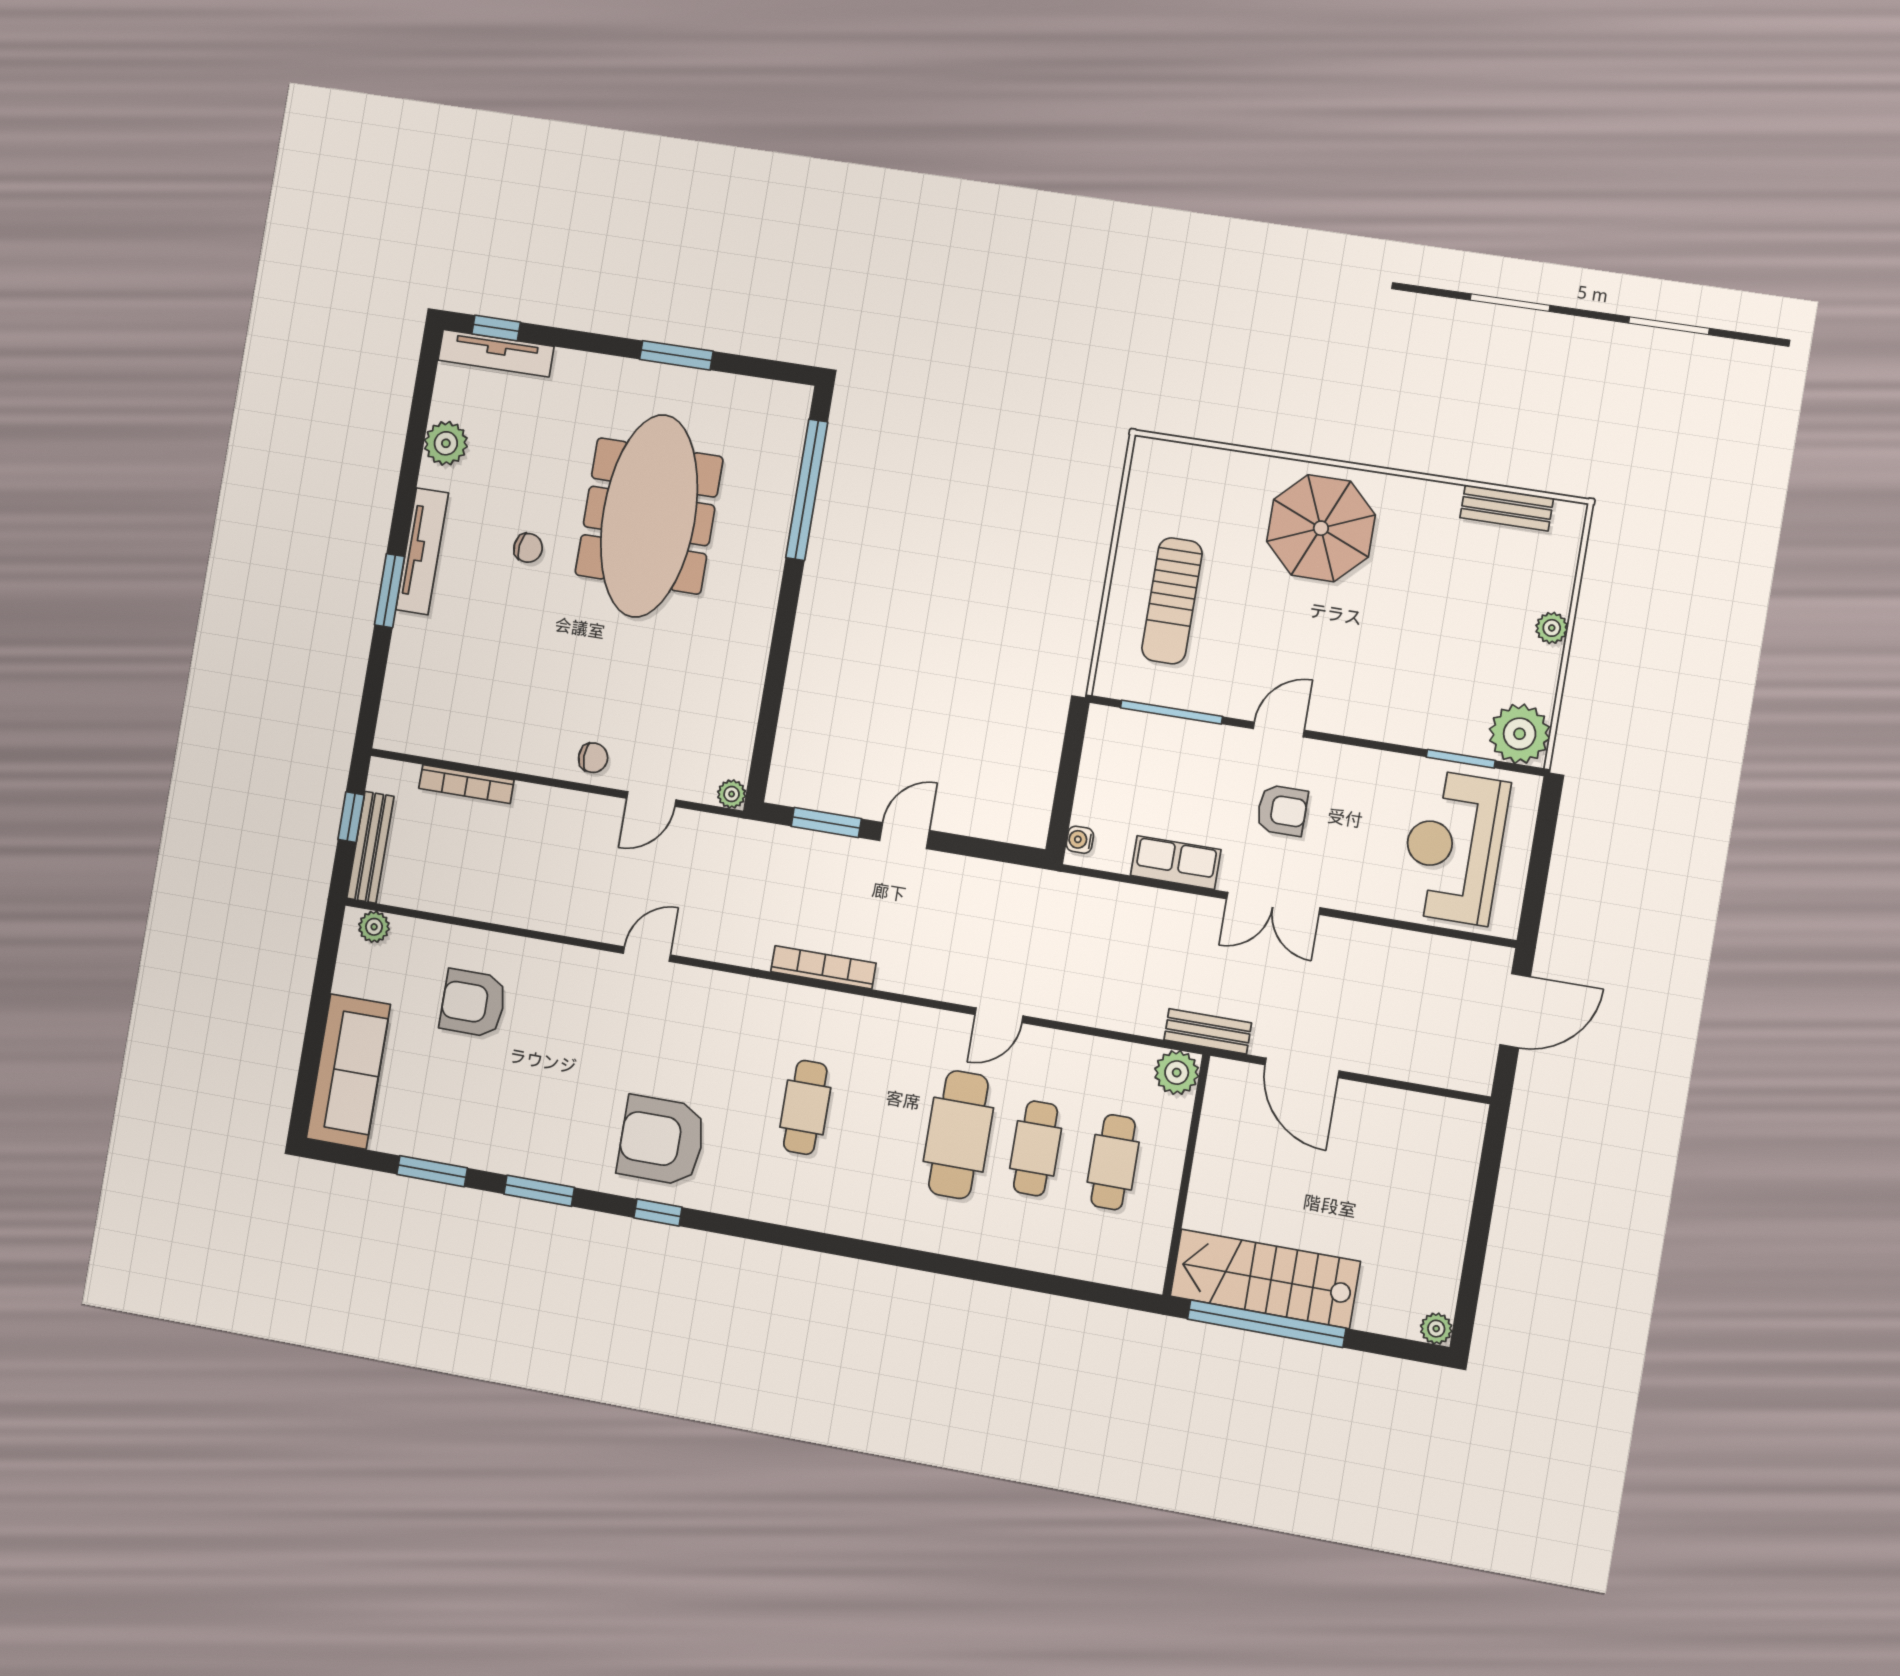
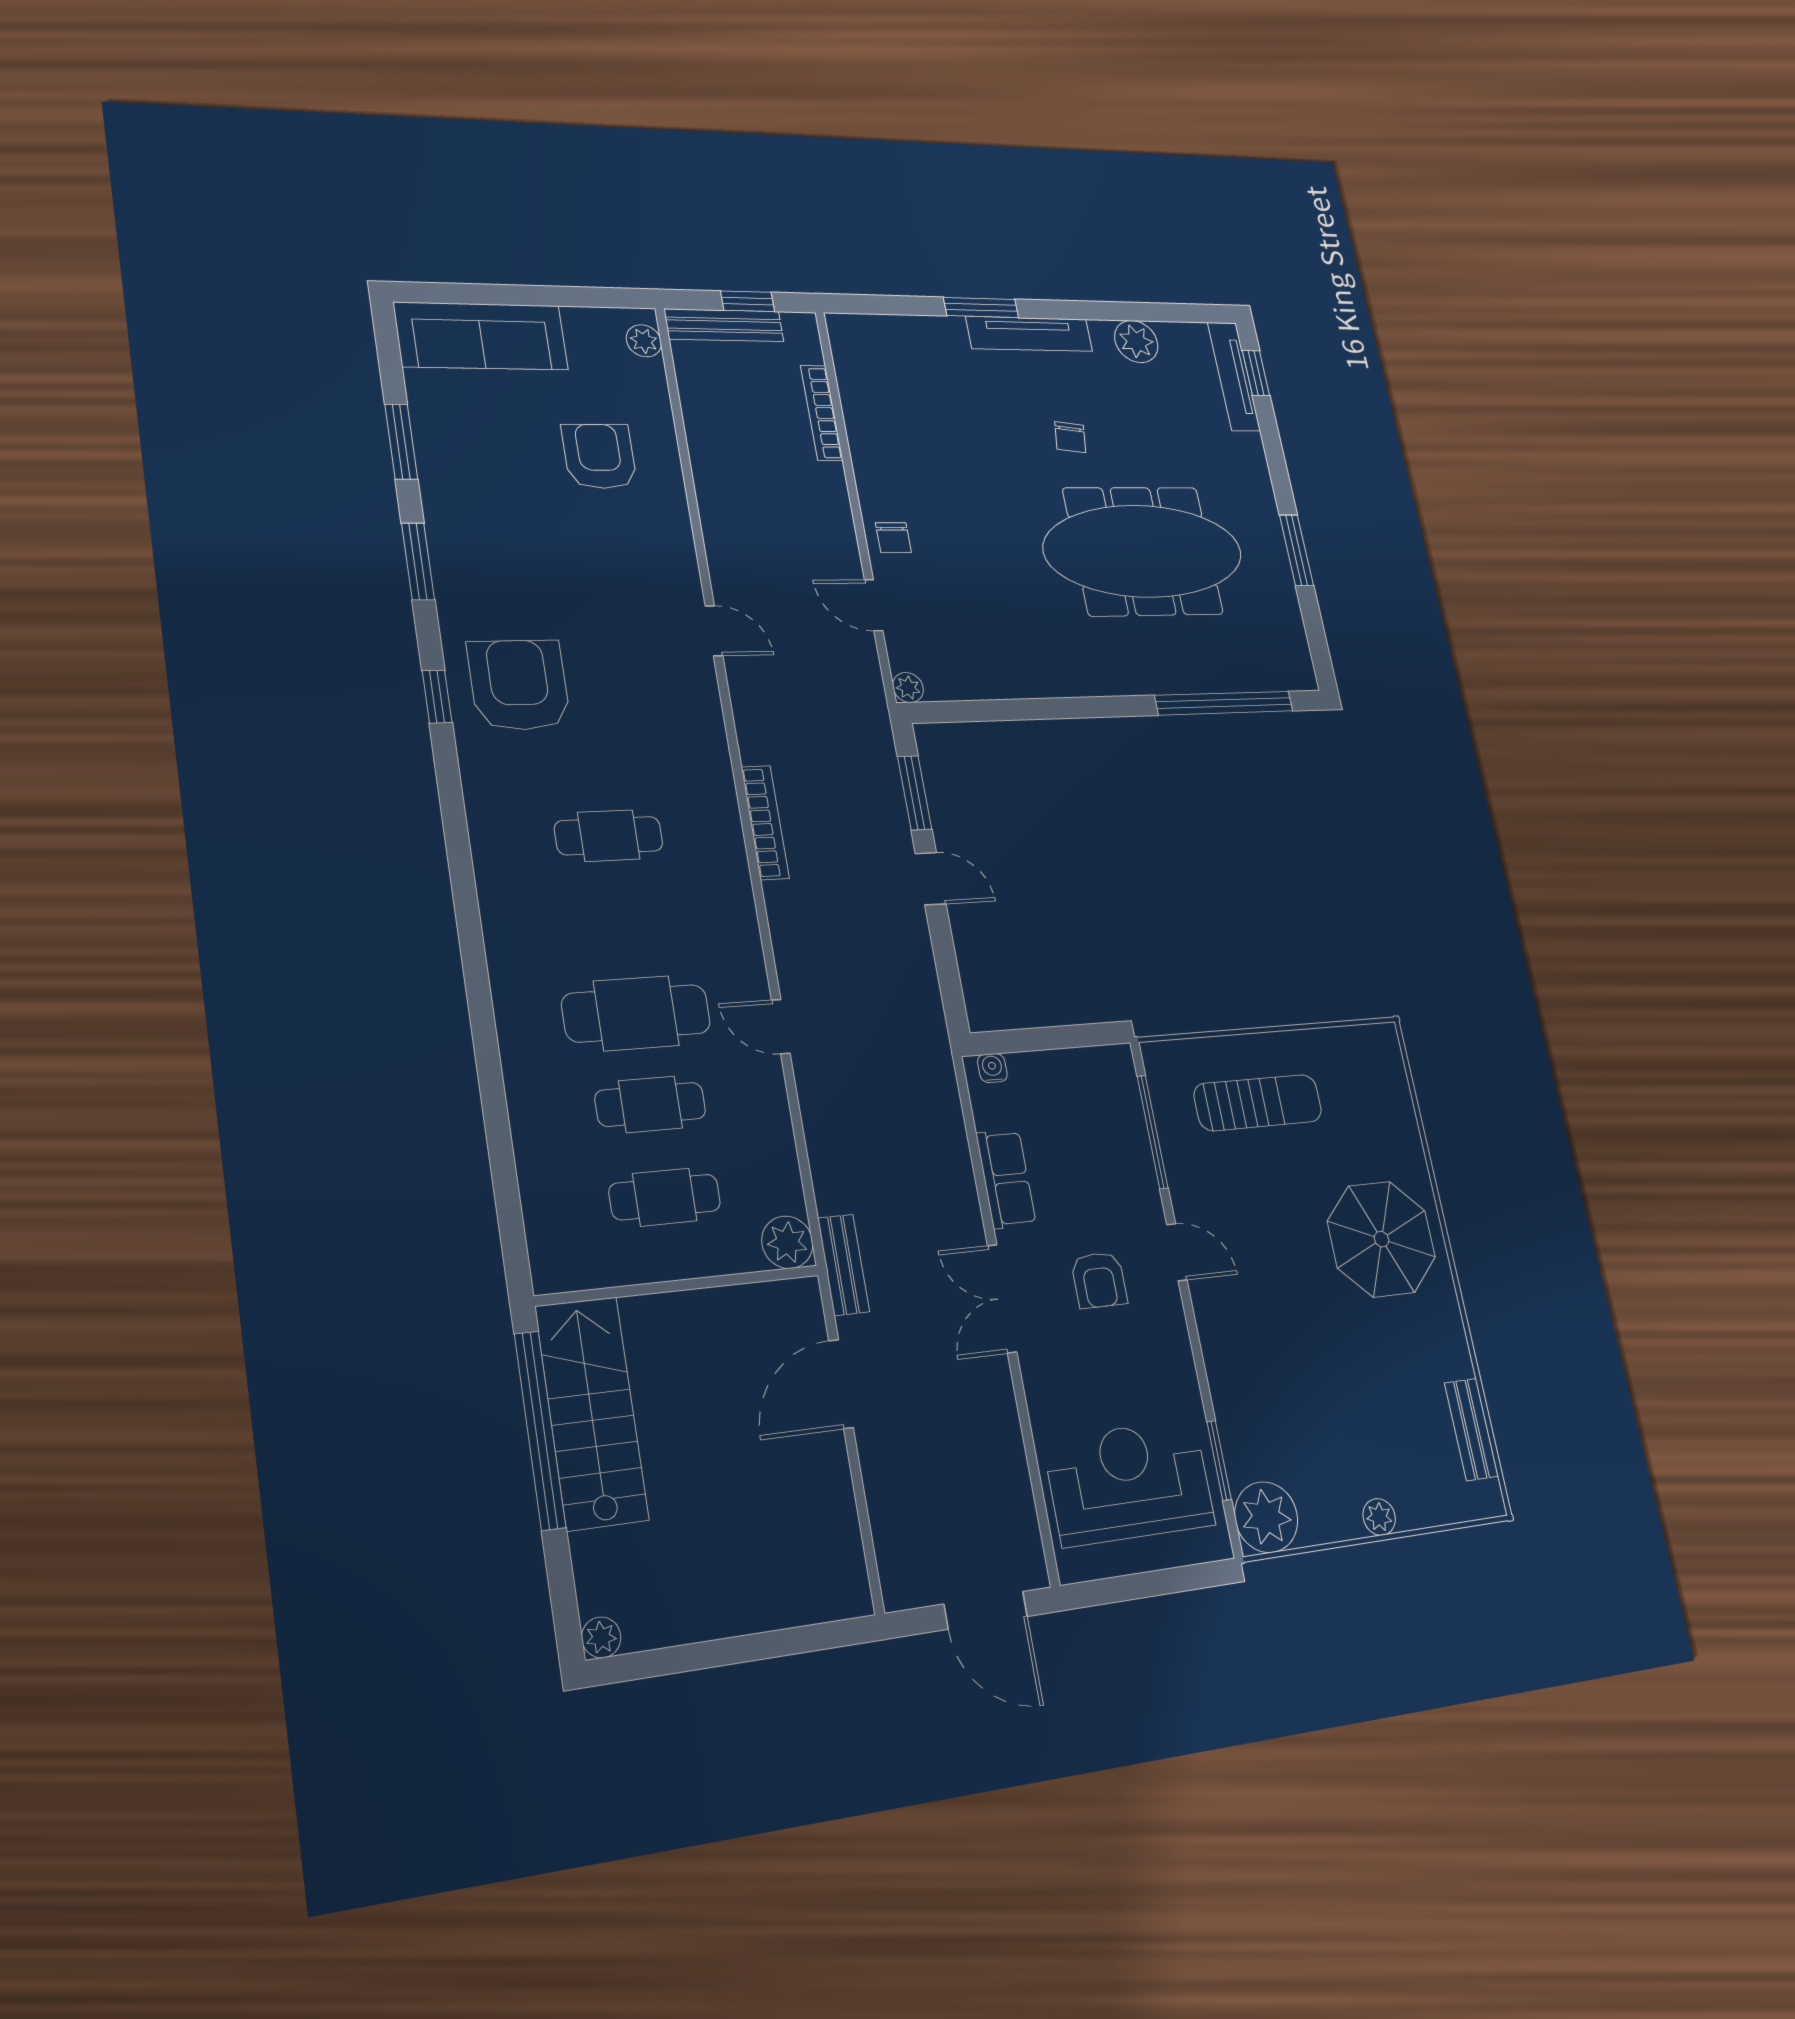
sun lounger: (1172, 601) -> (1258, 1103), turned 180

